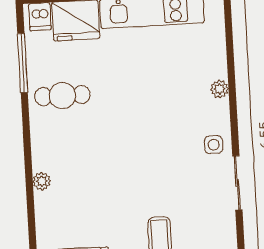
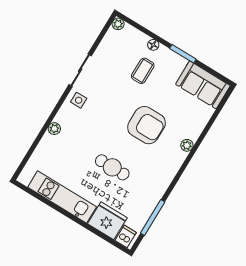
cafe table: (62, 96) -> (112, 167), moved
armchair: (109, 172) -> (147, 125), added

